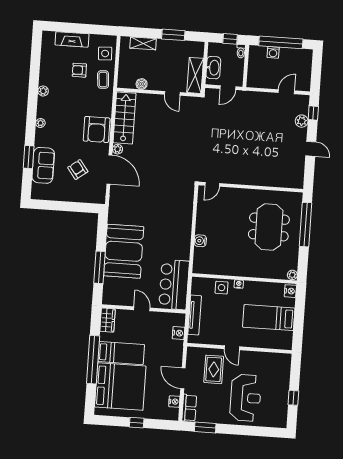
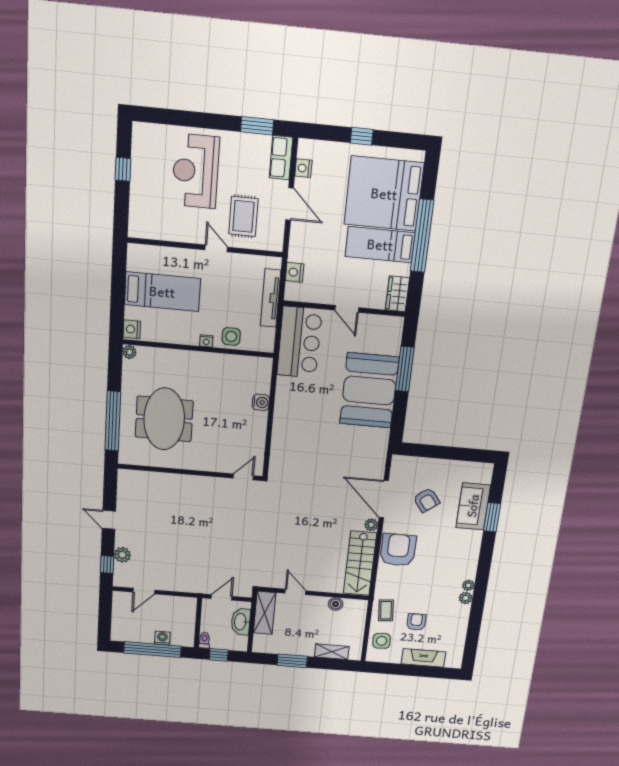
armchair: (79, 70) -> (416, 622), turned -90
plant: (40, 123) -> (468, 585), moved

